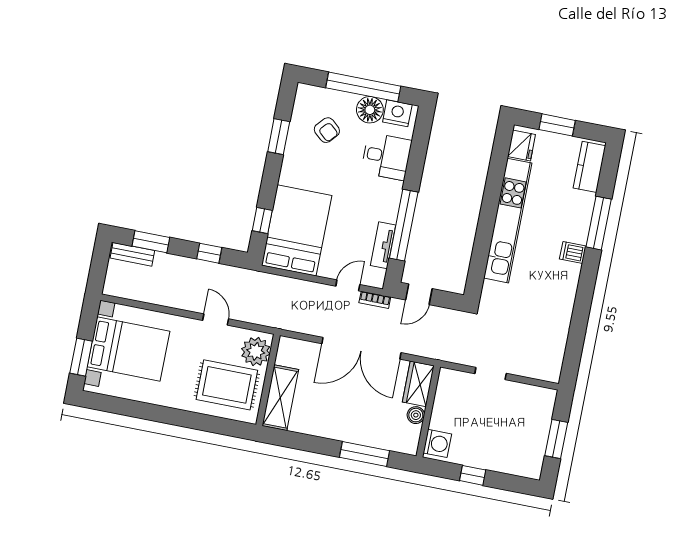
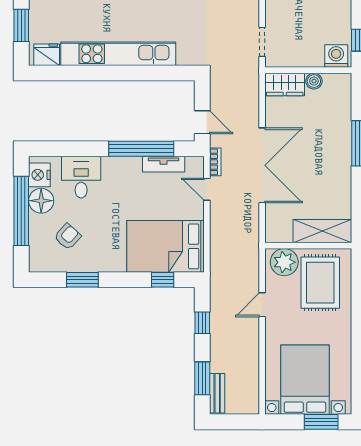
wardrobe: (418, 384) -> (285, 84), moved
wall: (428, 411) -> (308, 70), moved
boiler: (416, 415) -> (314, 81), moved
washing machine: (437, 443) -> (336, 56), moved

